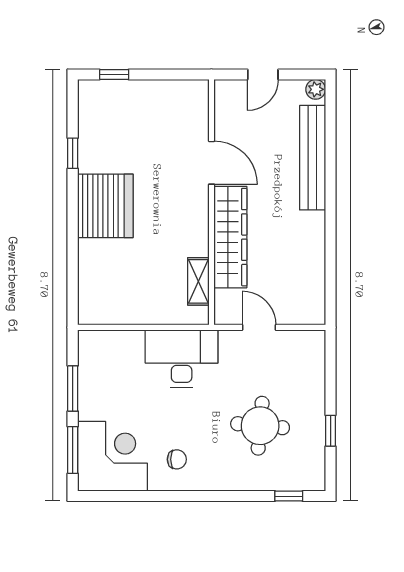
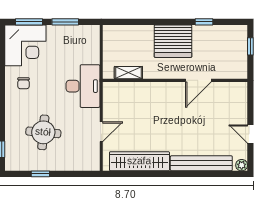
door: (211, 163) -> (198, 80), moved
wall: (211, 202) -> (175, 80), moved
wardrobe: (230, 237) -> (139, 161), moved, turned 180
shelving: (198, 281) -> (128, 73), moved

